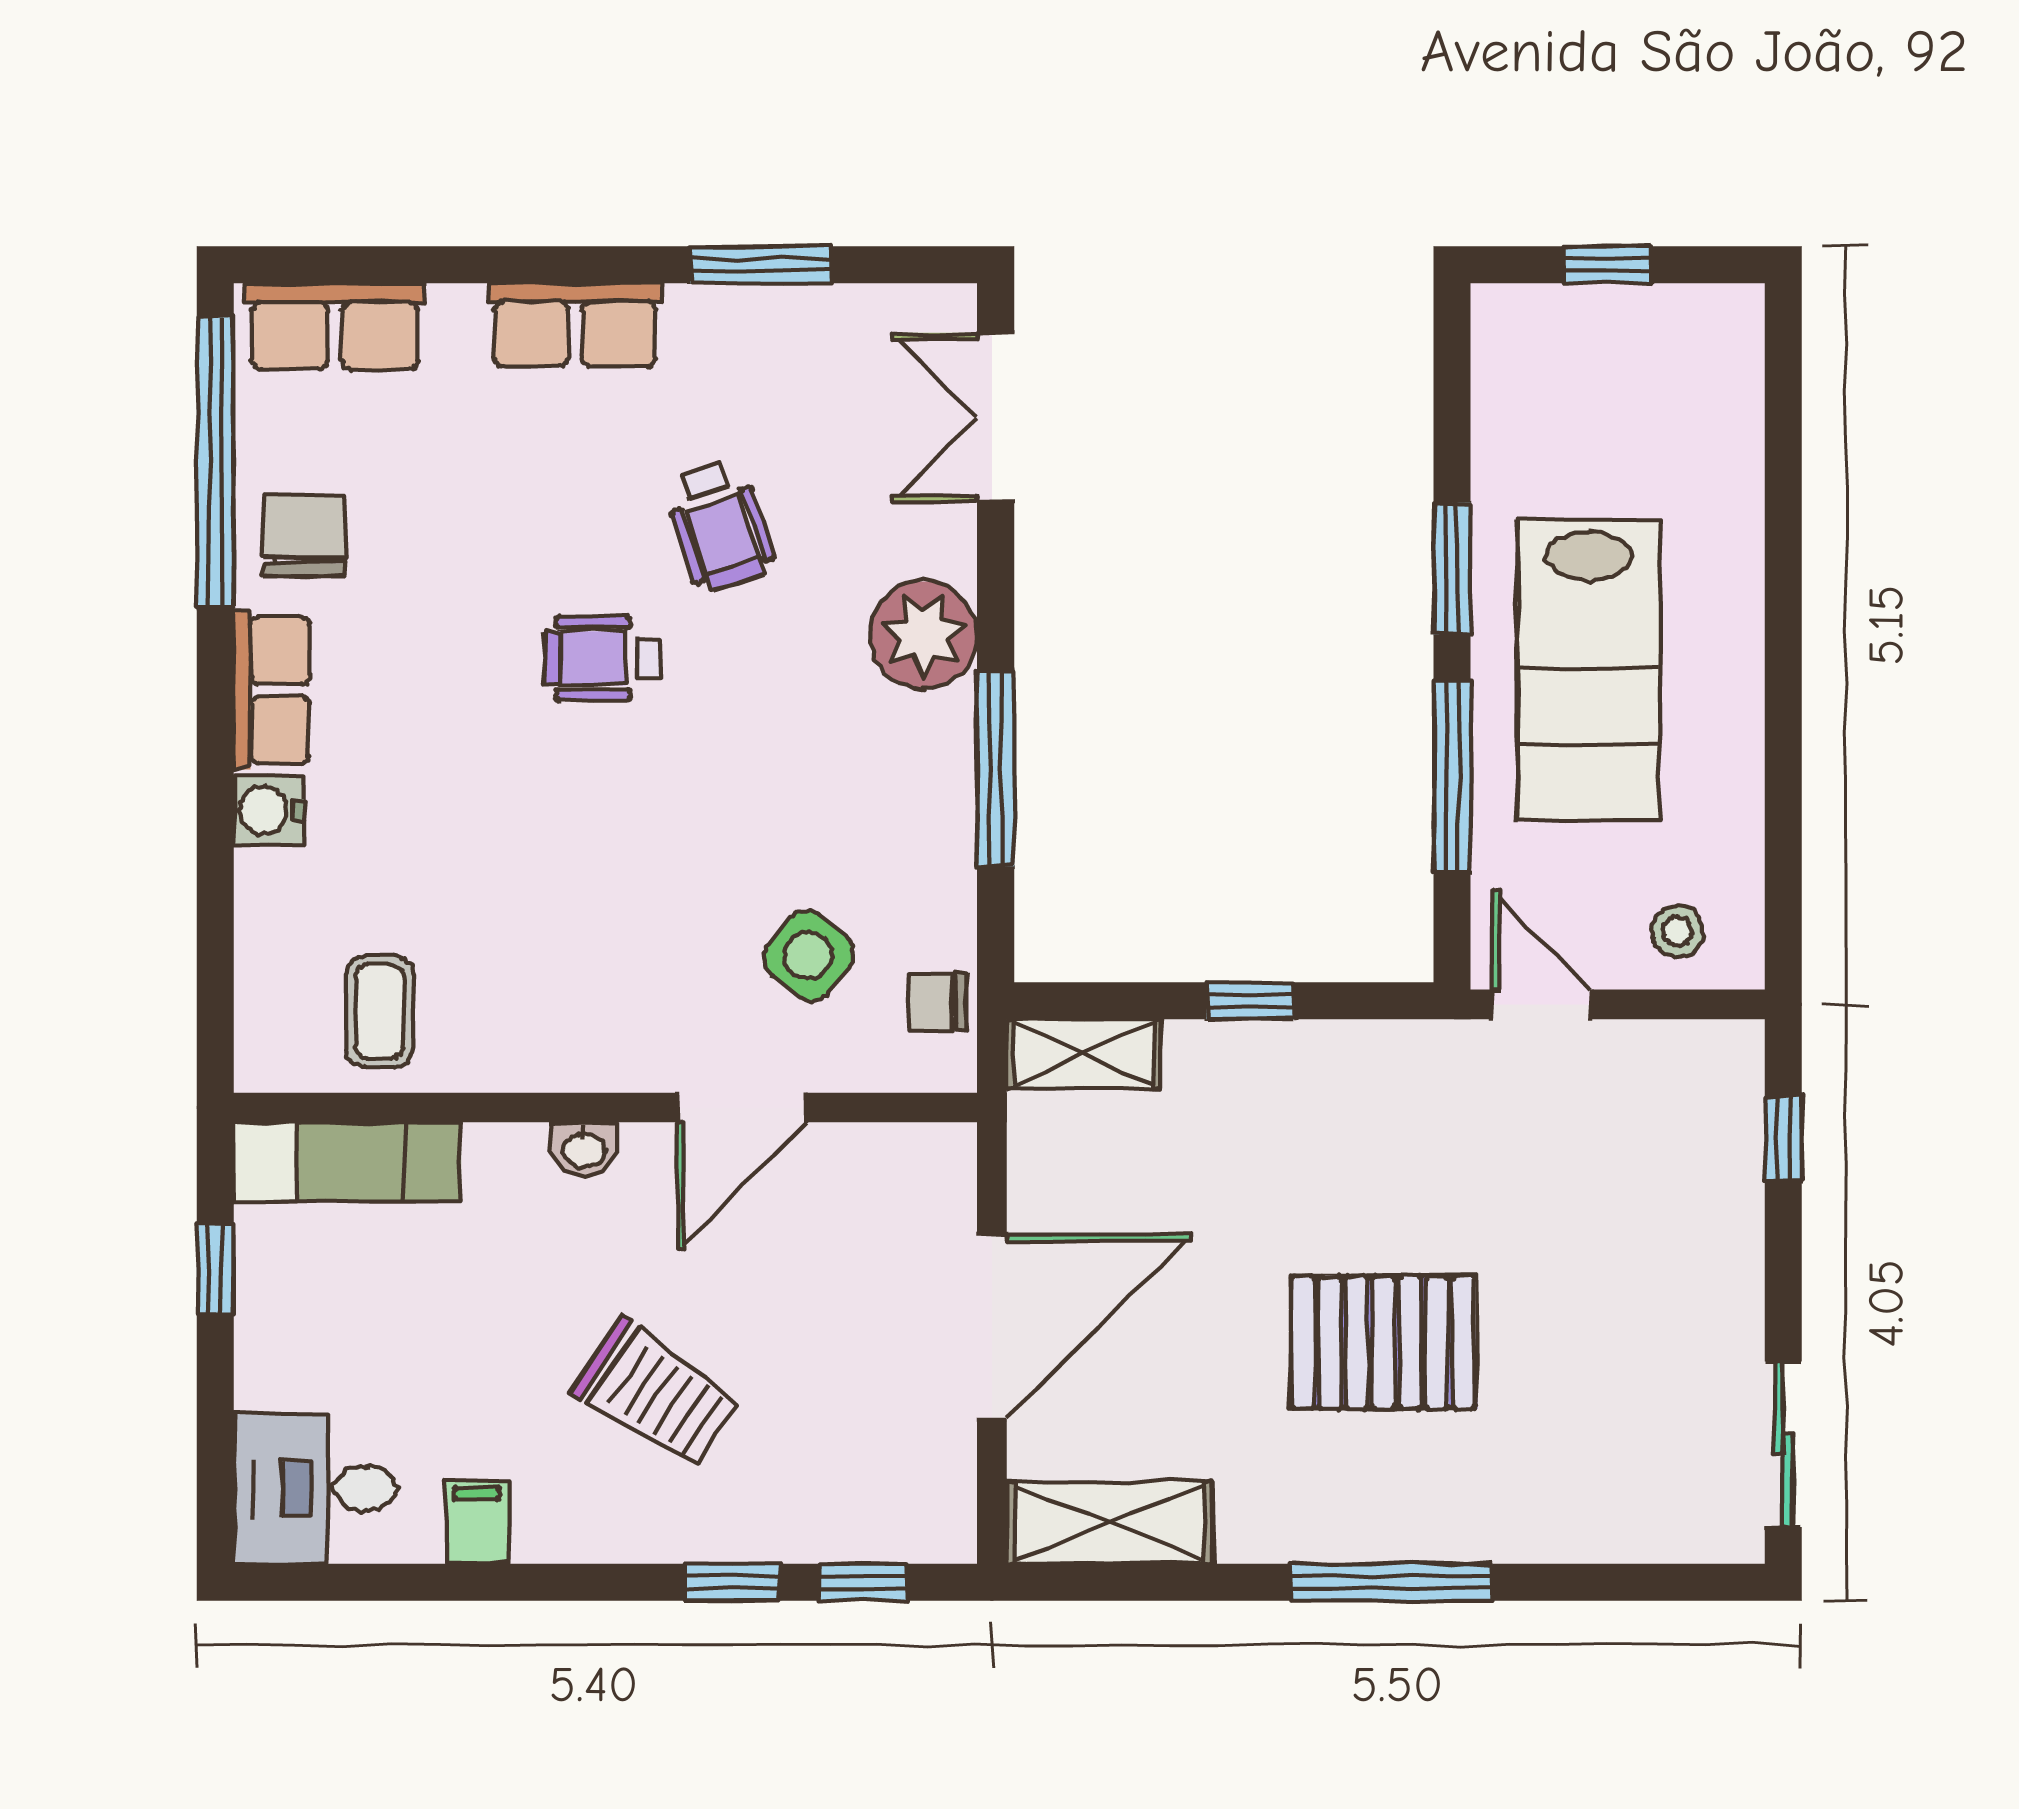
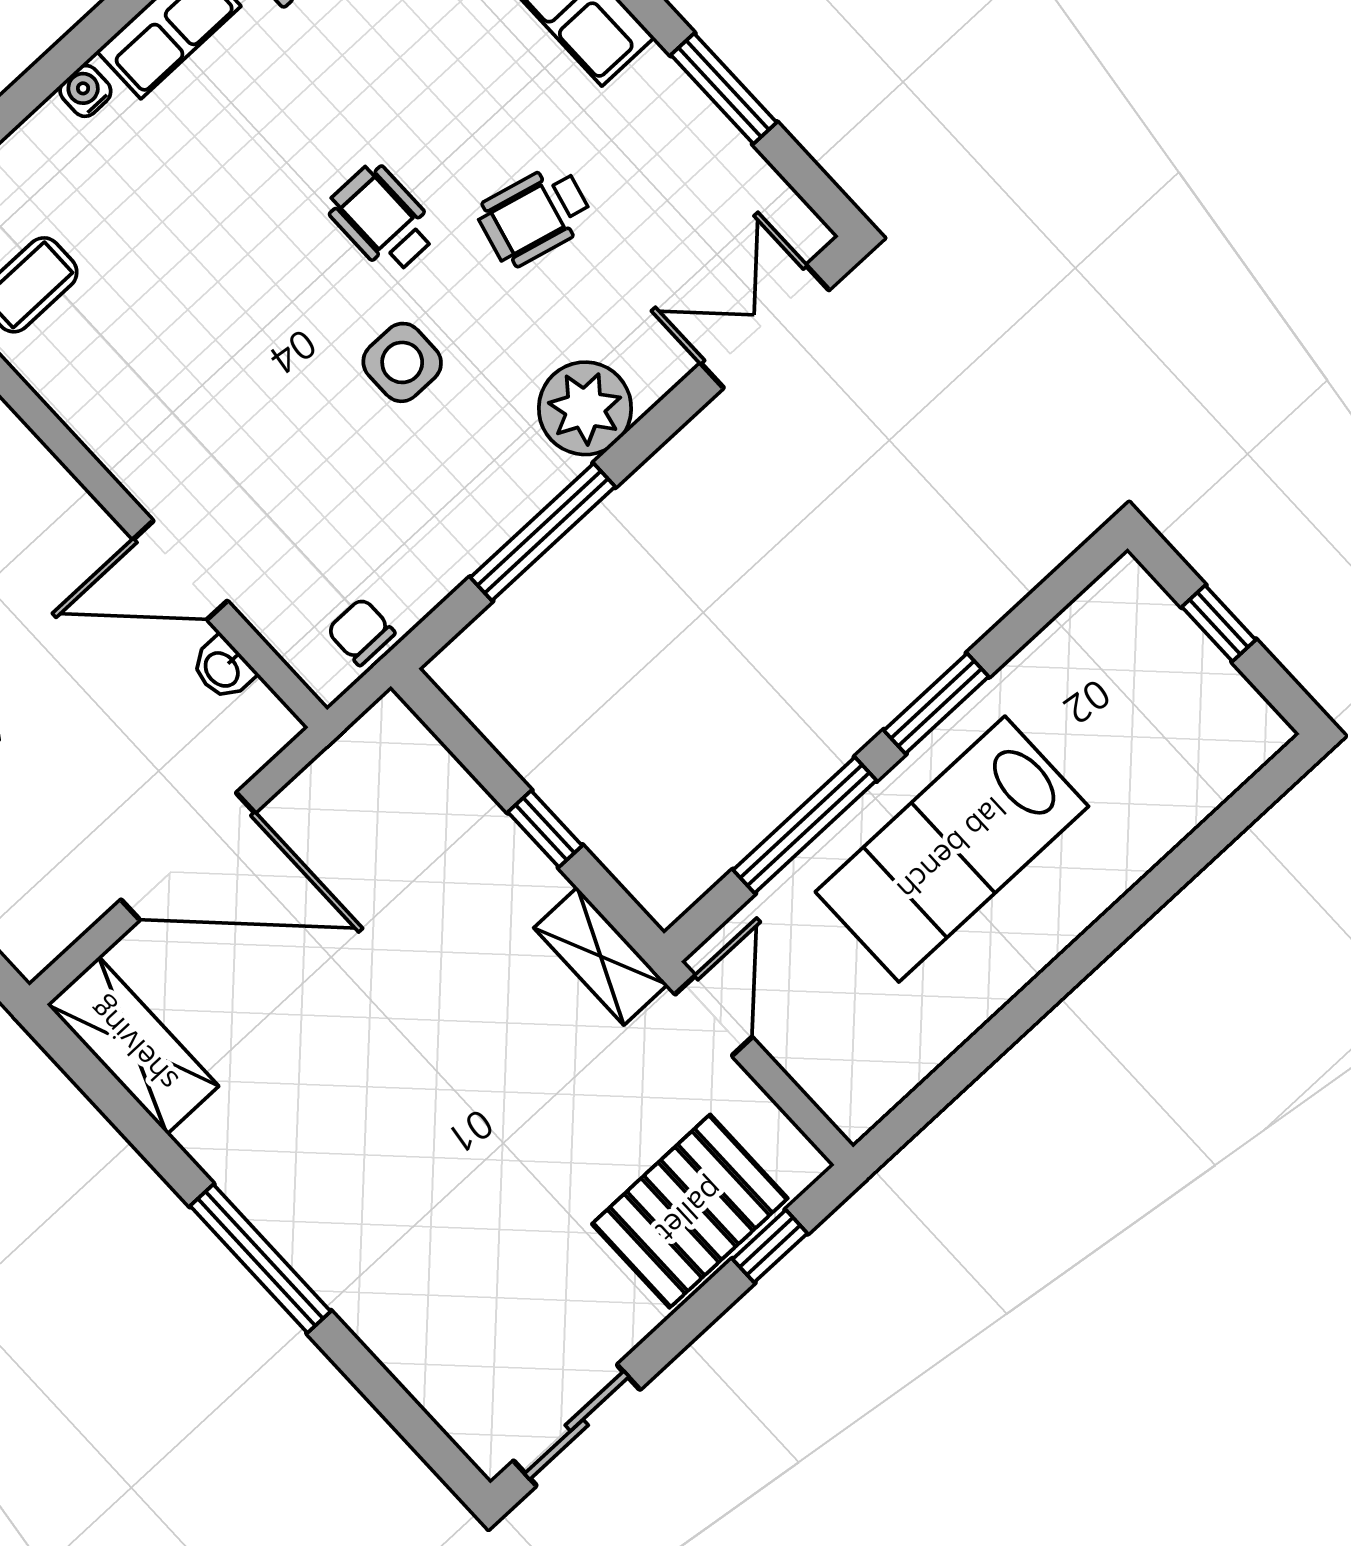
wheelchair: (720, 526) -> (535, 216), turned 32
water cooler: (269, 810) -> (85, 91), width x0.72, depth x0.72
stool: (1678, 931) -> (839, 1058), removed
side table: (808, 956) -> (402, 362), moved, turned -38
shelving: (1084, 1054) -> (601, 956), moved
washbasin: (584, 1149) -> (223, 669), moved
pallet: (1383, 1342) -> (690, 1211), moved, turned 90

